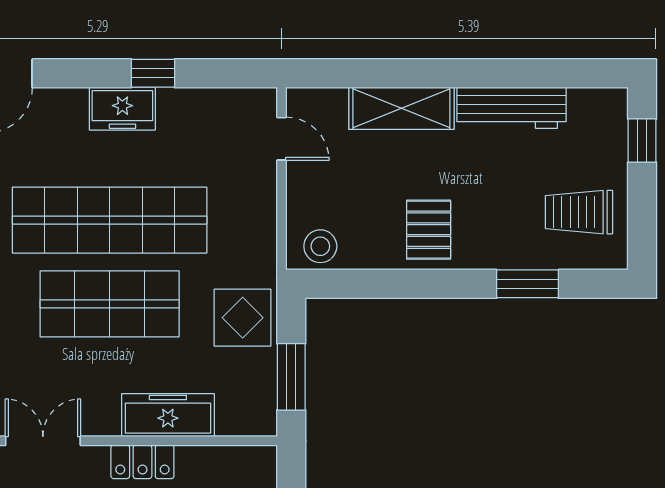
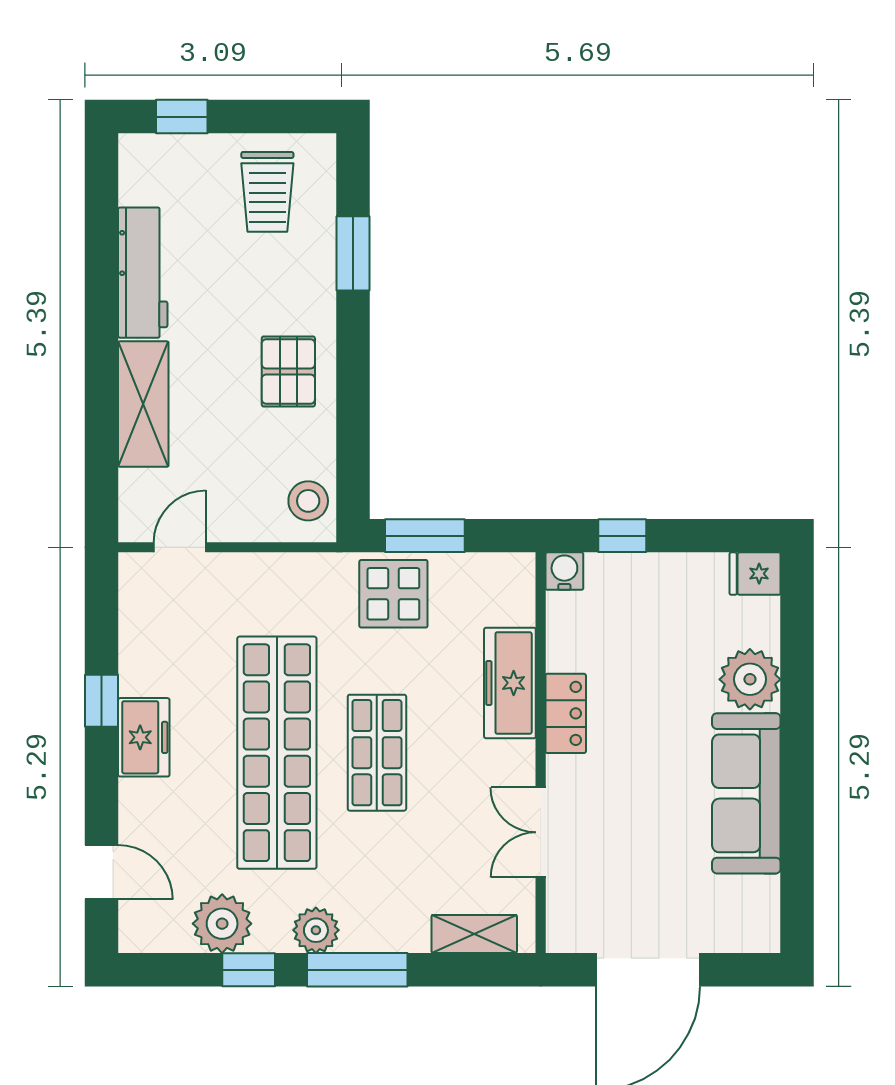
pallet: (429, 230) -> (288, 371), turned 90
shop shelf: (110, 304) -> (377, 753), width x0.70, depth x0.74
window: (291, 377) -> (425, 536), moved
water cooler: (262, 461) -> (564, 571), added

